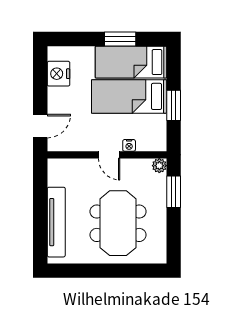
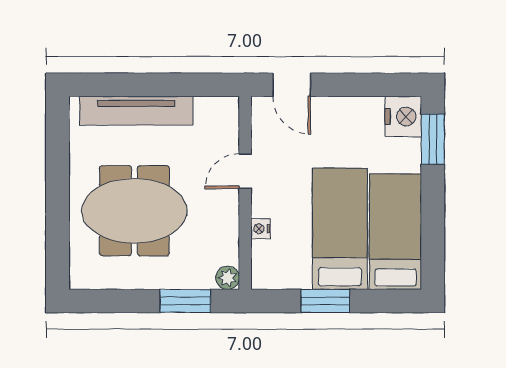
window: (120, 39) -> (433, 139), moved
nightstand: (58, 74) -> (403, 116), moved, turned 90
door: (109, 155) -> (245, 171), moved

